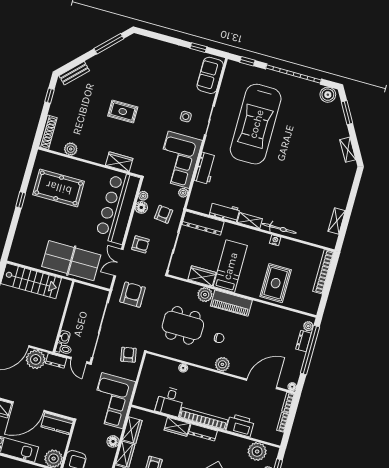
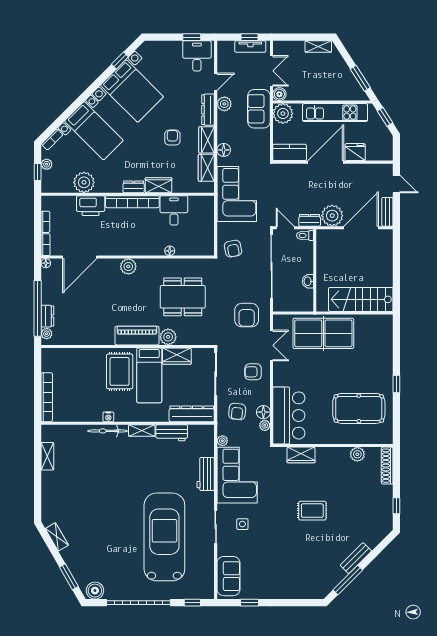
bench: (74, 73) -> (356, 558), moved
bar counter: (118, 207) -> (289, 415), width x0.73
rug: (276, 283) -> (120, 371), moved
washbasin: (64, 337) -> (308, 281), moved
chair: (219, 338) -> (140, 294), removed
dresser: (203, 432) -> (134, 187), width x0.70
plant: (257, 451) -> (84, 182), moved

